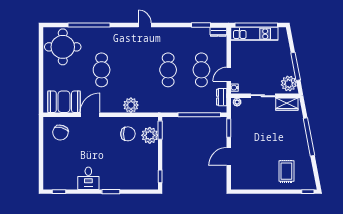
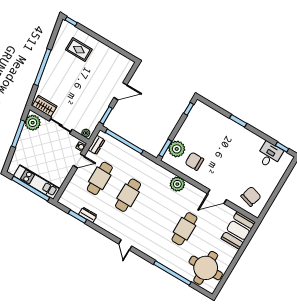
dresser: (218, 32) -> (88, 215), moved
booth: (64, 102) -> (238, 230), moved, turned 90
rug: (286, 171) -> (79, 50), turned 90
desk: (88, 178) -> (270, 155), moved

